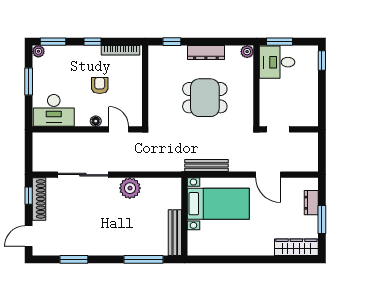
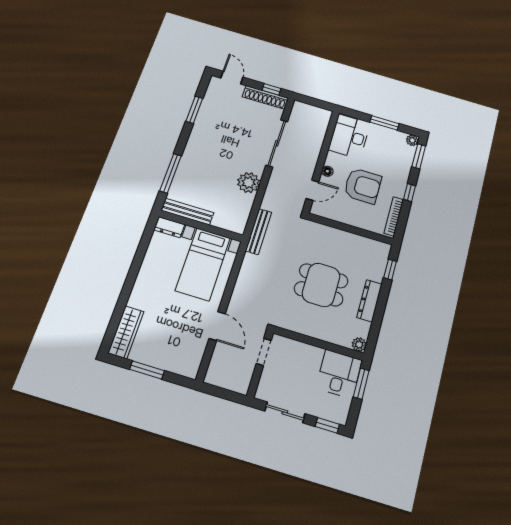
armchair: (100, 86) -> (363, 186), width x1.88, depth x1.88
dining table: (205, 98) -> (321, 285), turned 90
sliding door: (322, 98) -> (285, 412), added
bench: (207, 165) -> (258, 231), moved
door: (268, 175) -> (217, 326), swing flipped
dresser: (311, 203) -> (169, 227), moved, turned 180

